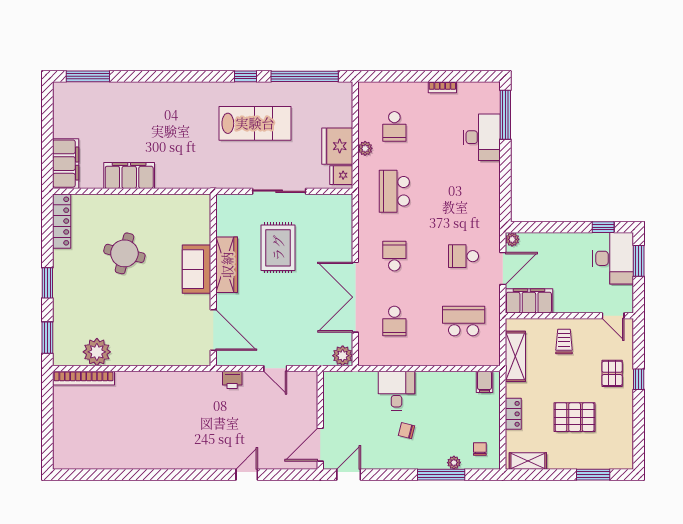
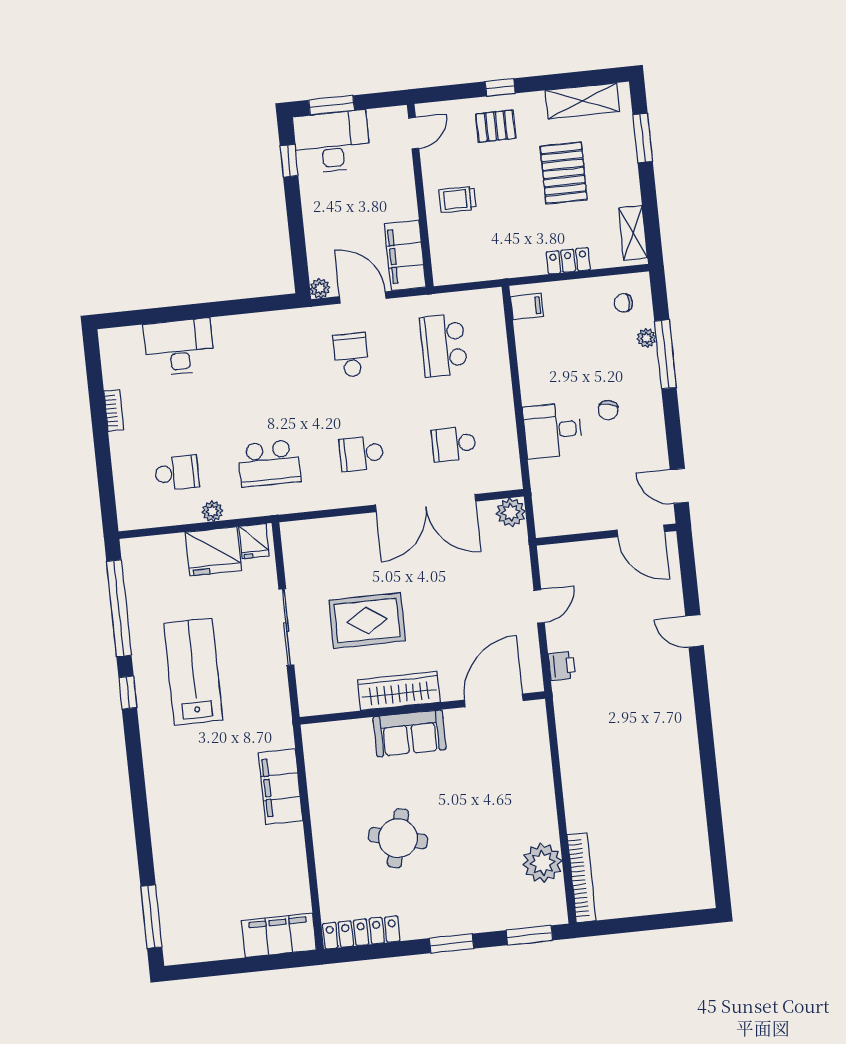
window: (505, 115) -> (144, 317), removed
filing cabinet: (129, 176) -> (280, 787), moved
school desk: (464, 256) -> (351, 355), turned 180
school desk: (394, 321) -> (454, 444), turned 180
shelving: (515, 356) -> (582, 101), moved

